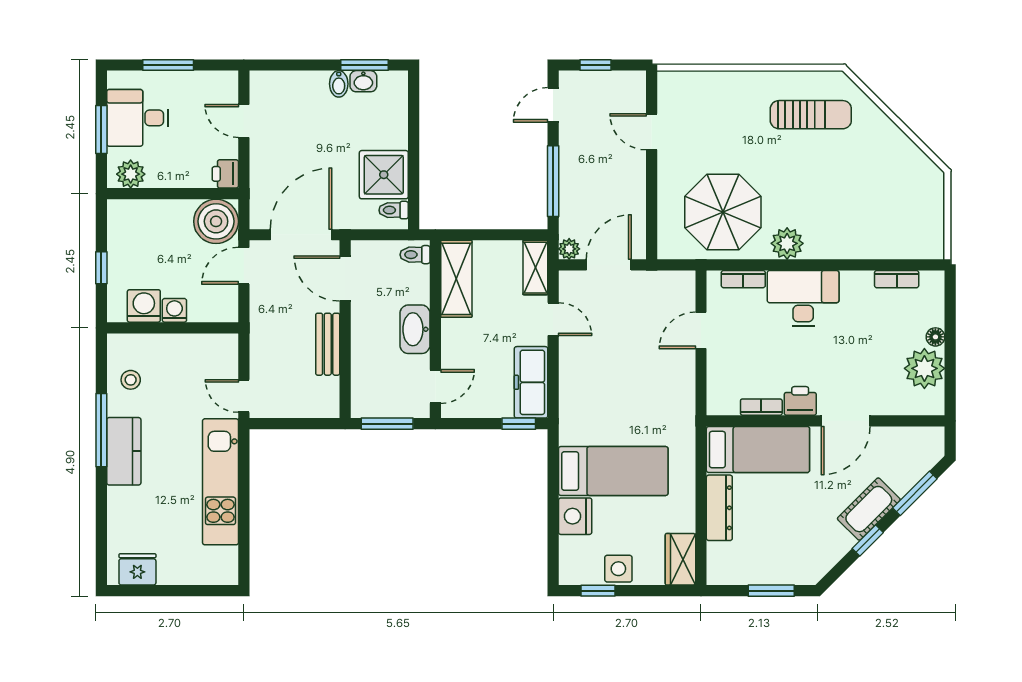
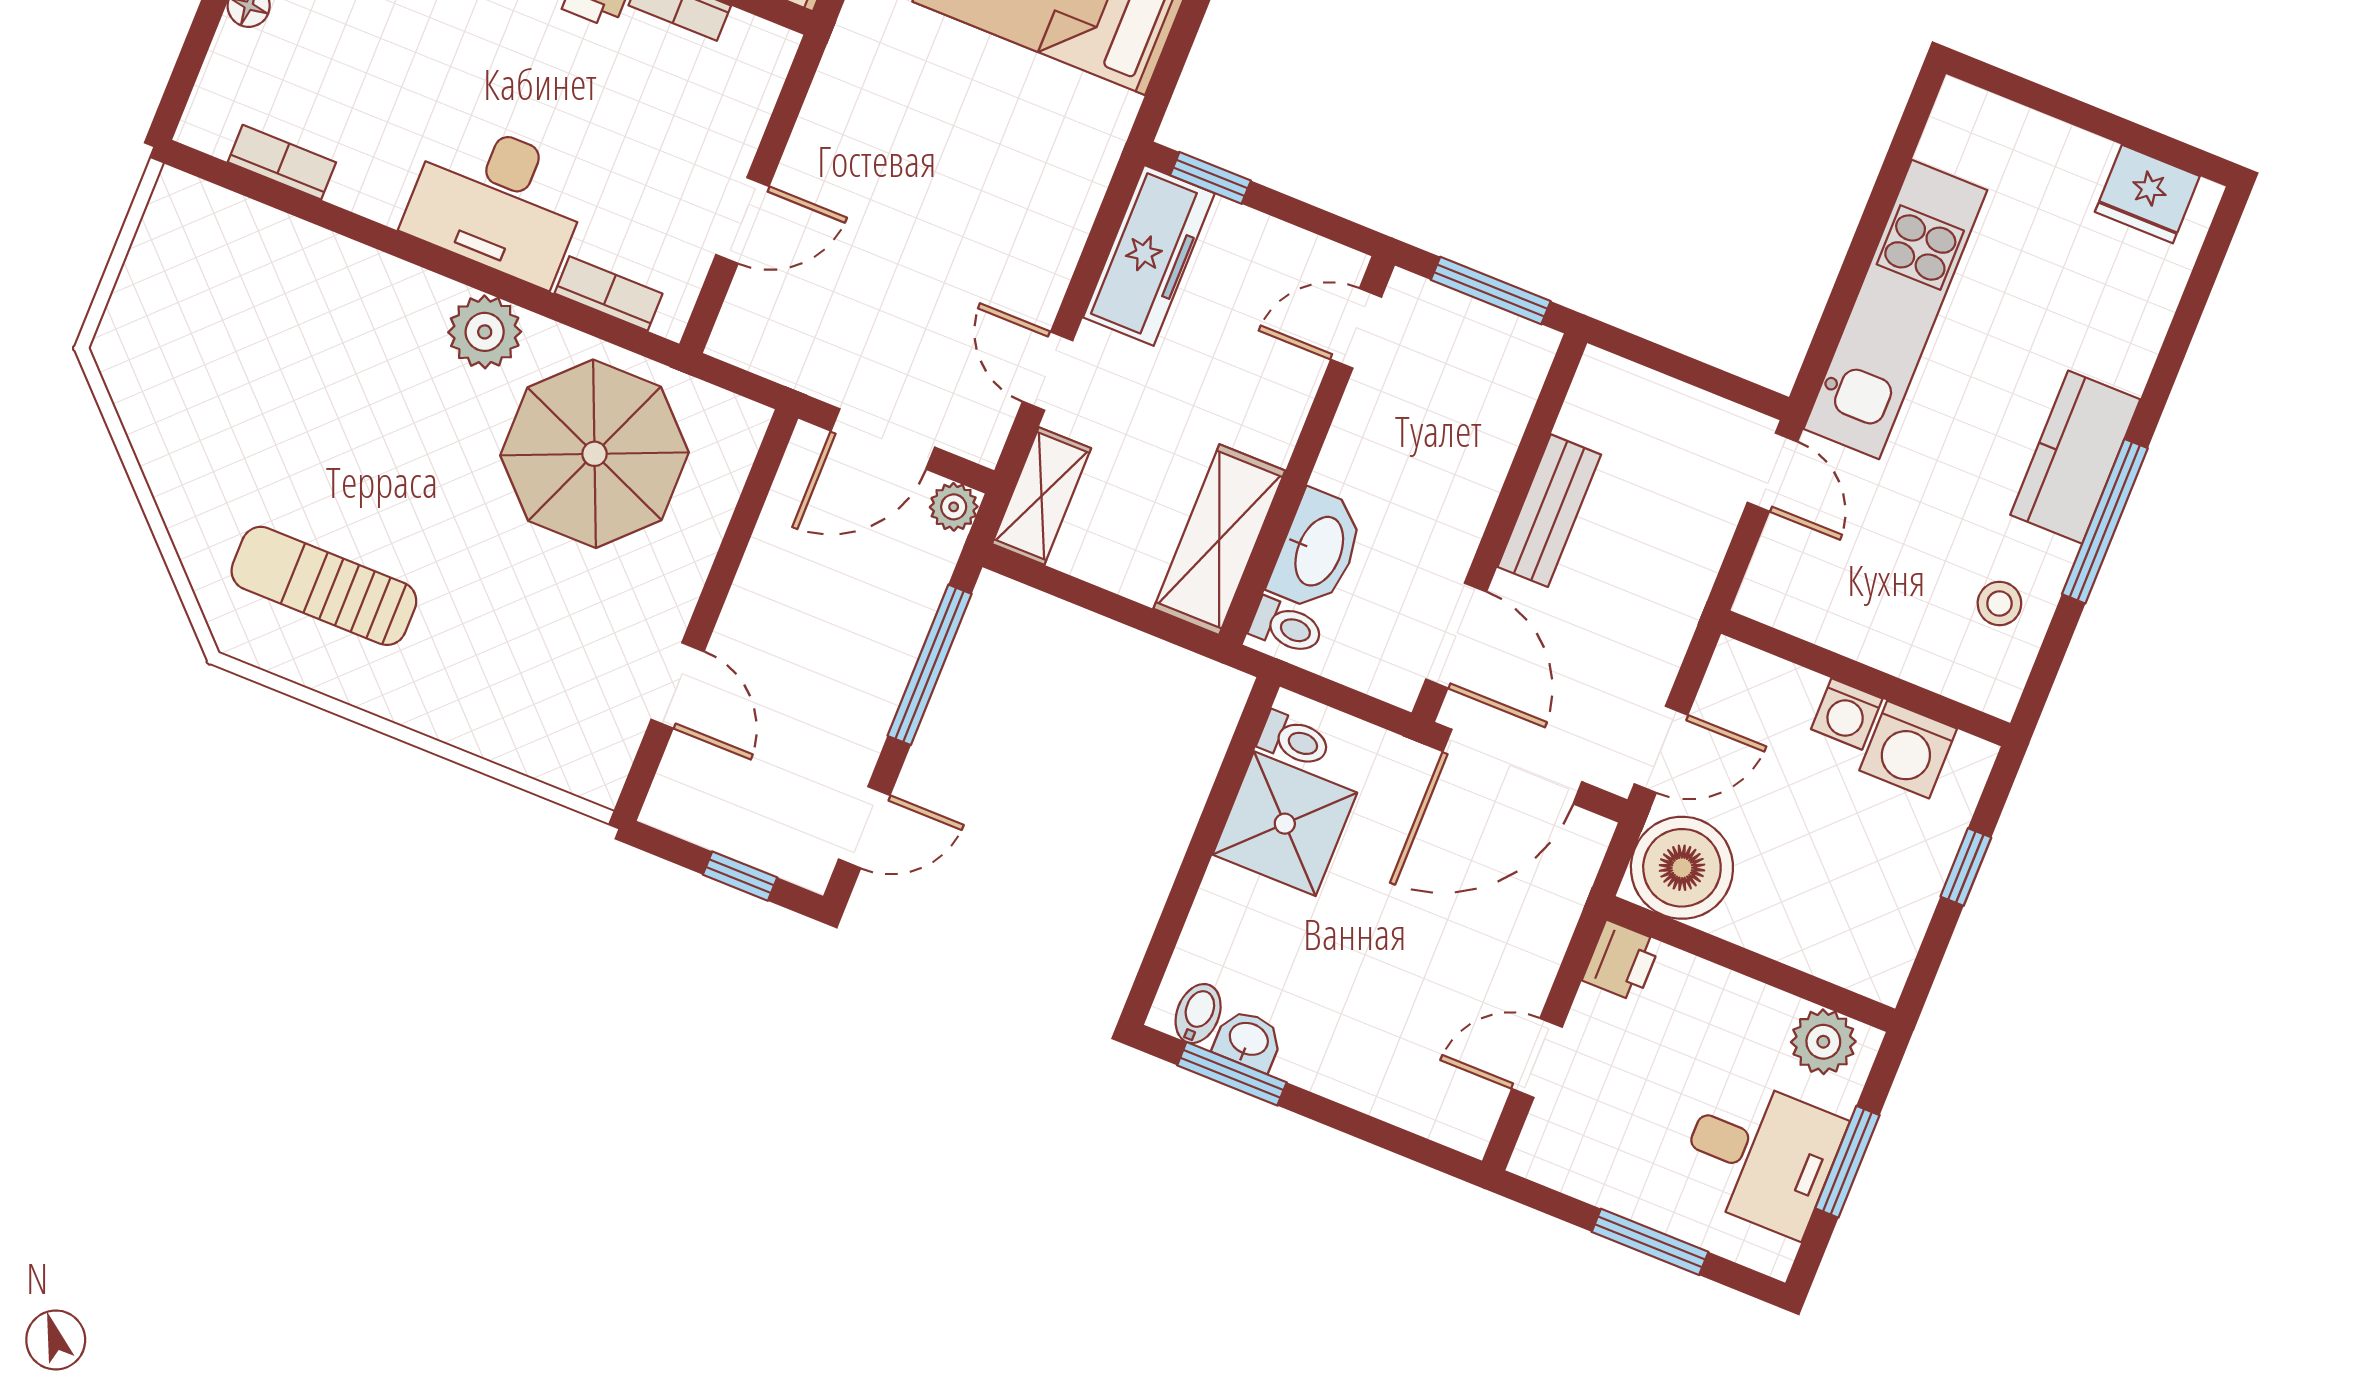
bidet: (339, 84) -> (1198, 1014), moved
door: (244, 121) -> (1537, 1058), swing flipped
washbasin: (415, 329) -> (1317, 550), moved

